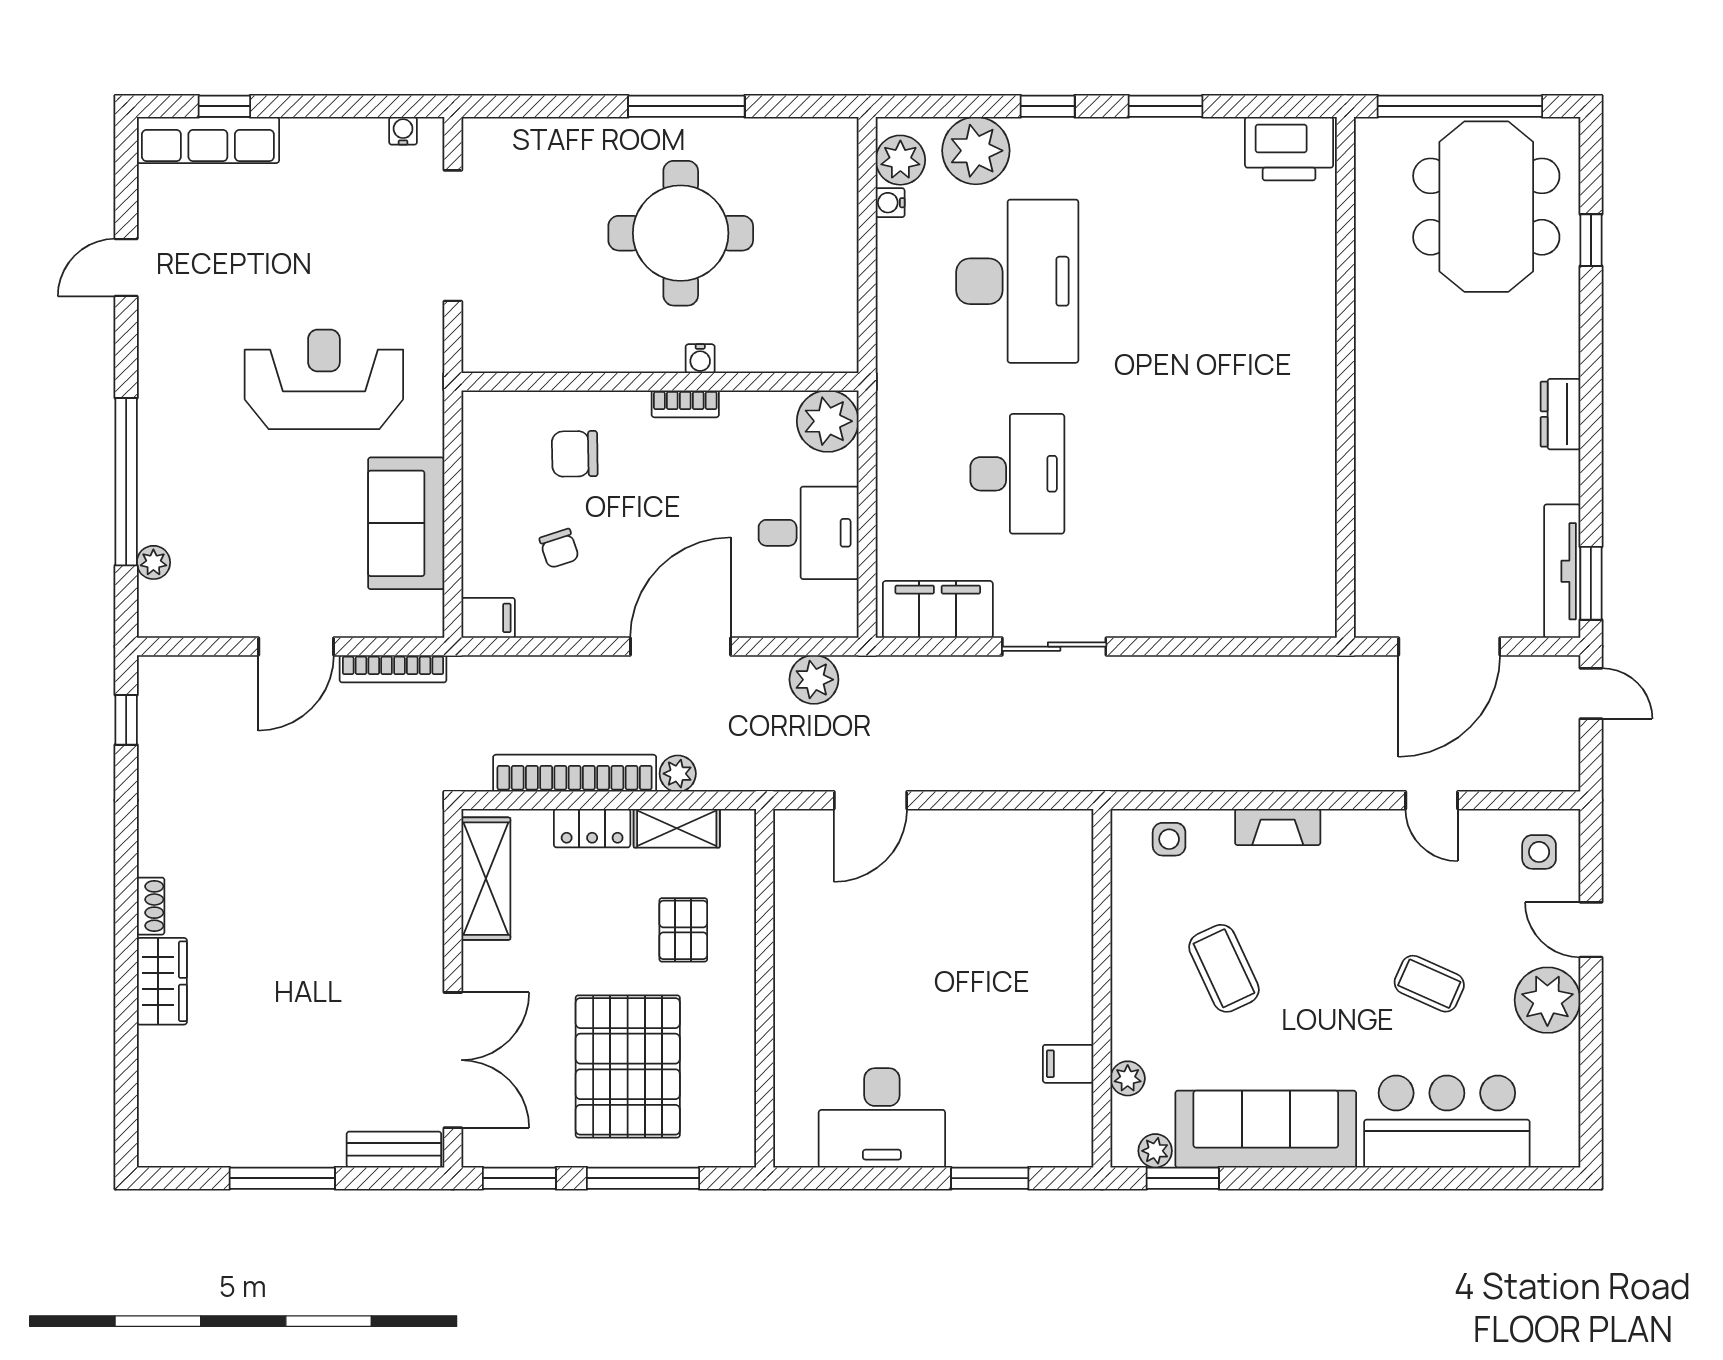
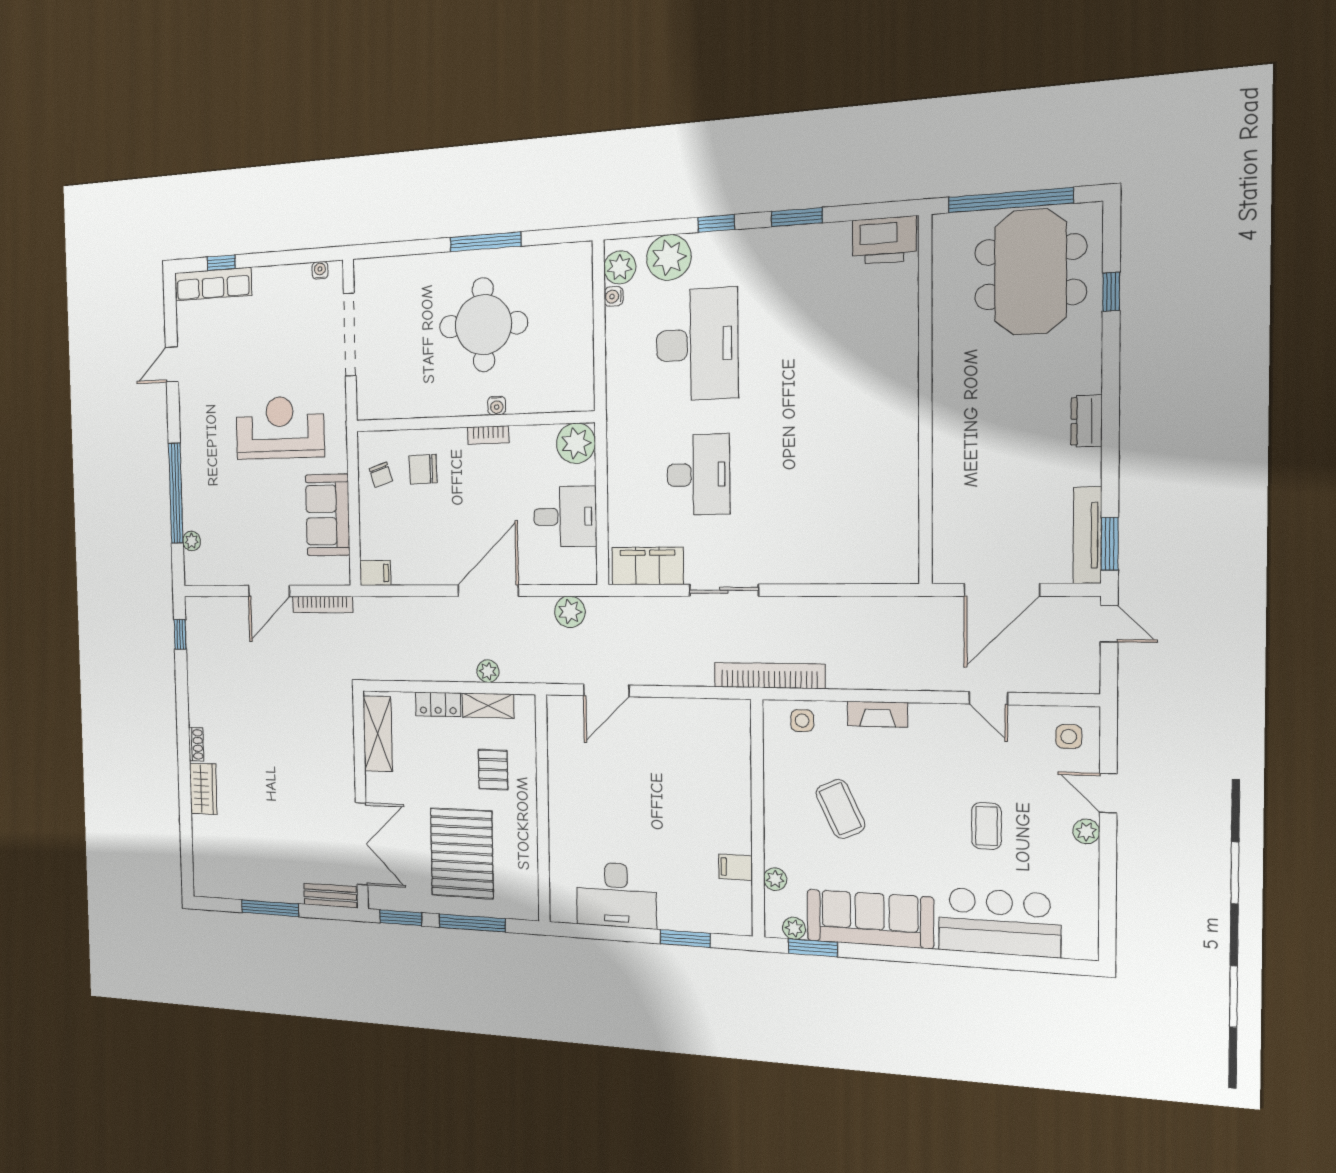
chair: (559, 548) -> (381, 475), moved
bookcase: (575, 773) -> (769, 676), moved
coffee table: (1429, 984) -> (986, 826), turned 66
plant: (1547, 1000) -> (1086, 831), width x0.53, depth x0.53

